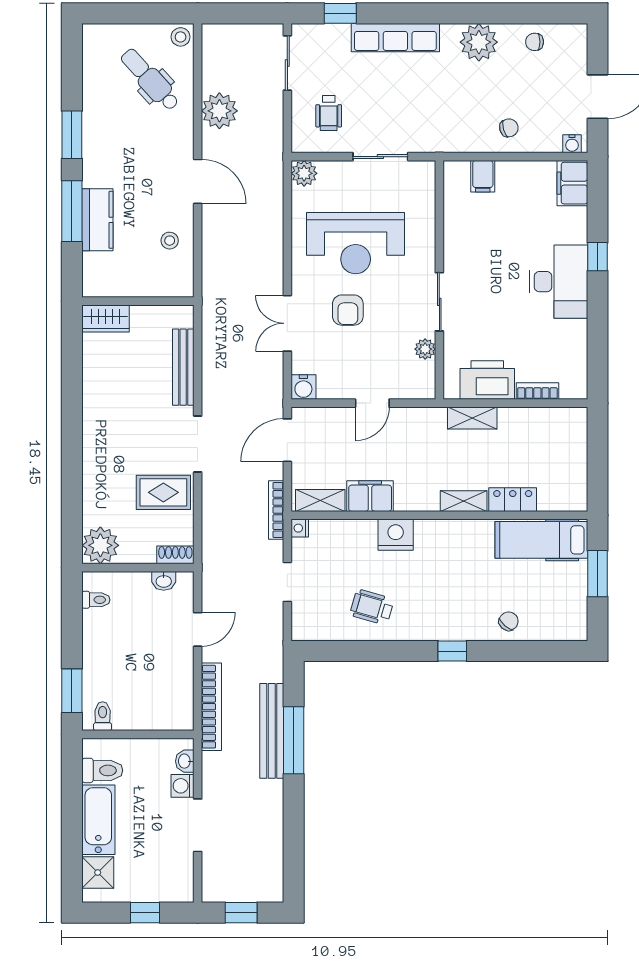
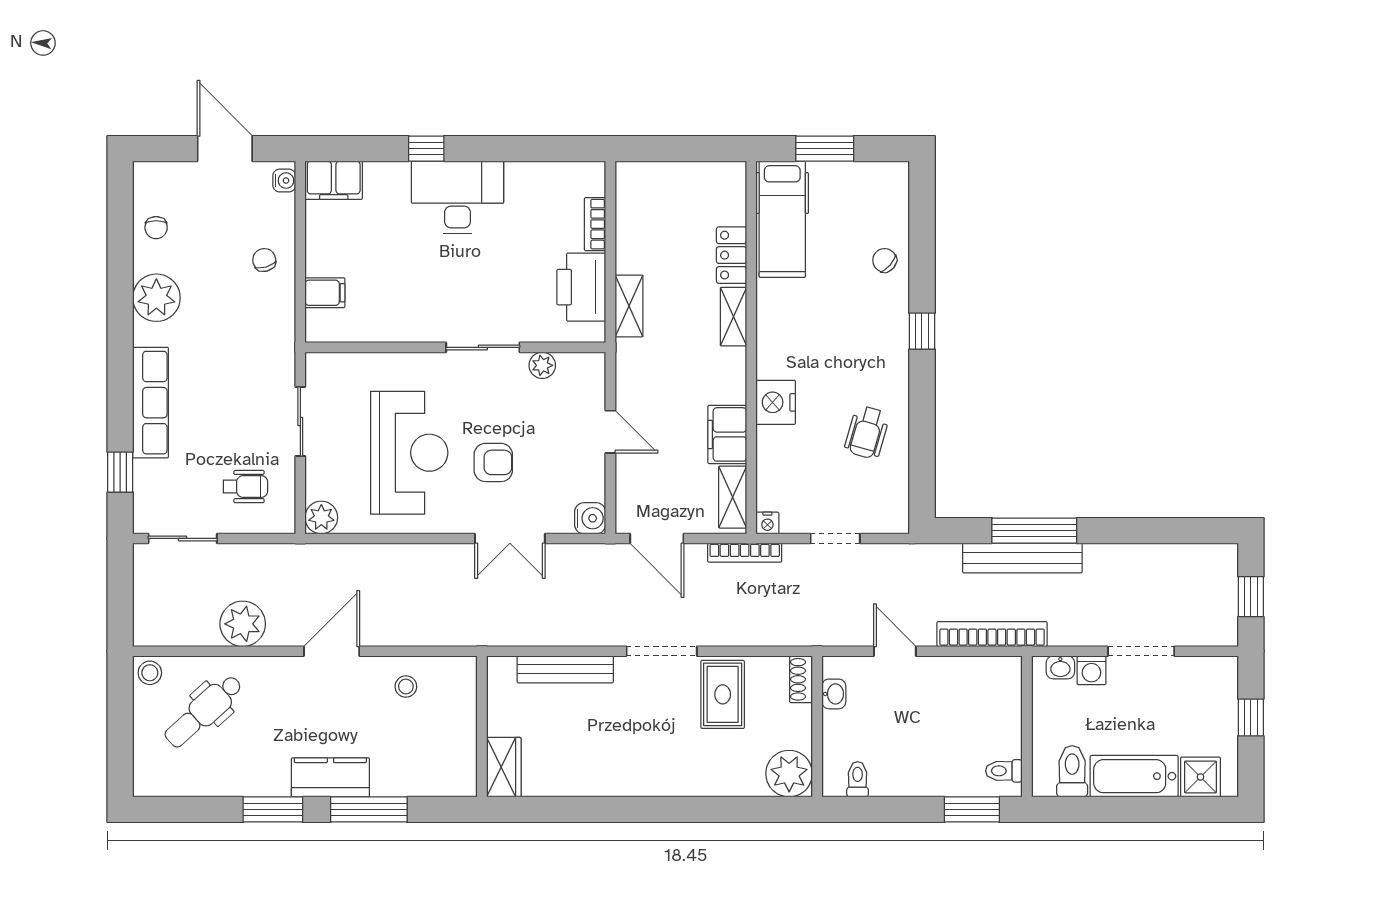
kitchen counter: (97, 220) -> (330, 777), moved

